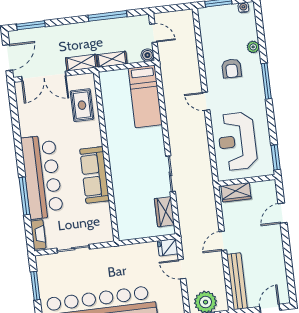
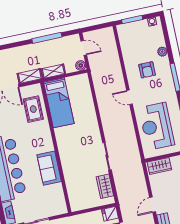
bed: (145, 96) -> (59, 103), moved
sofa: (94, 175) -> (49, 168), width x0.73

